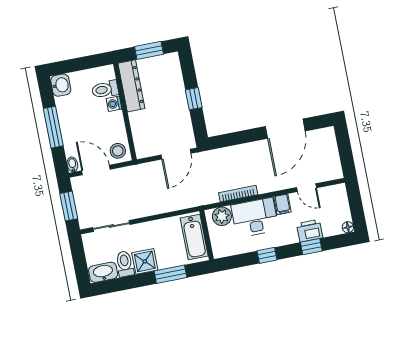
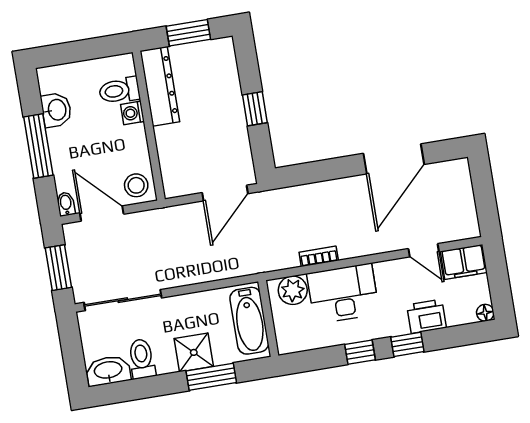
washbasin: (61, 85) -> (56, 110), moved
bookcase: (238, 194) -> (319, 256), width x0.64
filing cabinet: (283, 204) -> (464, 262), moved, width x2.00
sliding door: (111, 226) -> (123, 300), width x1.37
window: (311, 247) -> (407, 344), moved
shower: (145, 261) -> (194, 352), moved

